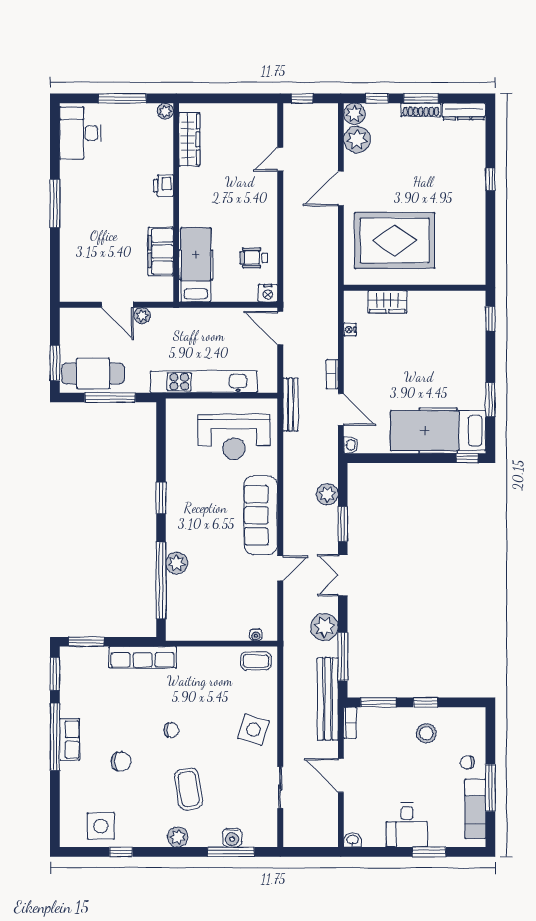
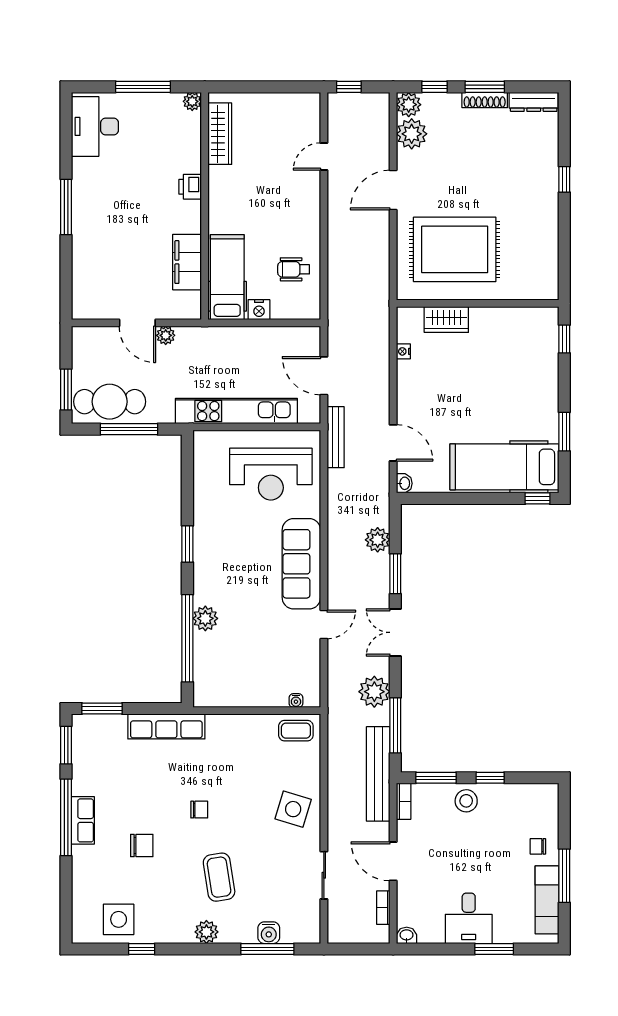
nightstand: (268, 293) -> (259, 310), moved
door: (280, 328) -> (324, 376), moved
bookcase: (332, 374) -> (383, 908), moved
stool: (426, 733) -> (466, 801), moved

